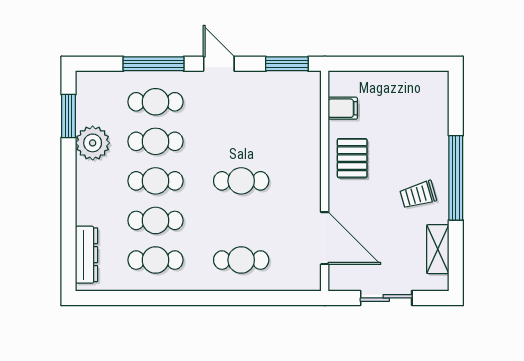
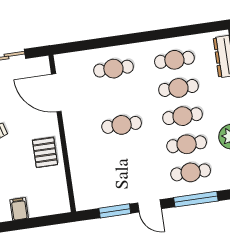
window: (287, 64) -> (115, 211), moved
filing cabinet: (343, 108) -> (19, 209), moved, turned 90

